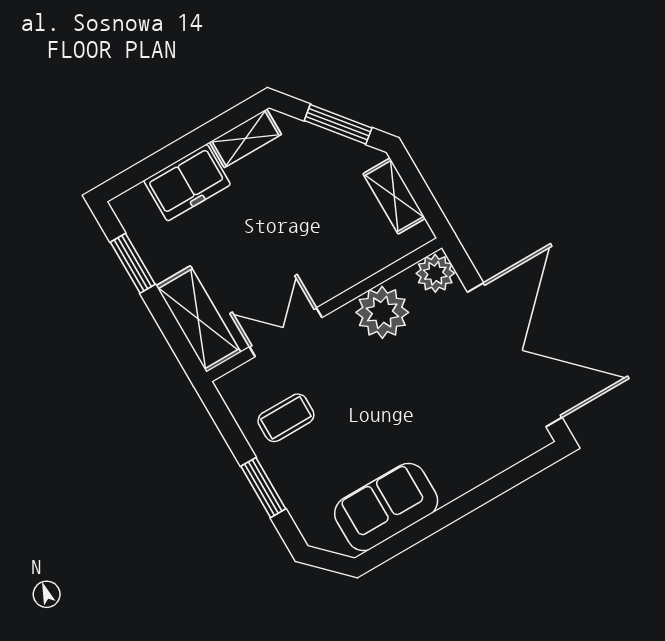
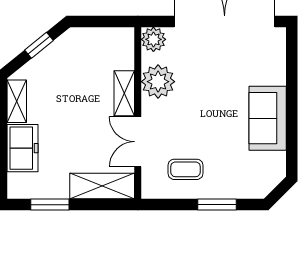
window: (338, 124) -> (39, 45), width x0.67
shelving: (394, 196) -> (124, 93), moved, turned 90
coffee table: (286, 418) -> (186, 169), turned 90
sofa: (386, 507) -> (268, 118), moved

